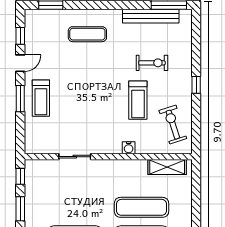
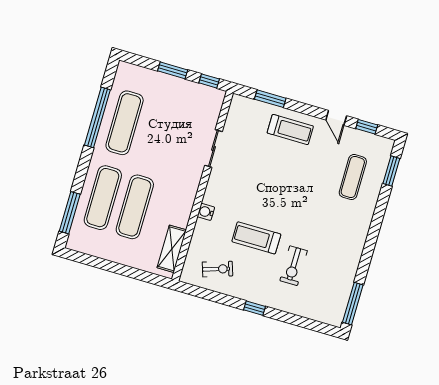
bench: (151, 16) -> (346, 280), removed
exercise mat: (87, 34) -> (353, 177), moved
treadmill: (41, 98) -> (290, 130), turned 180
window: (20, 99) -> (270, 99), moved
exercise bike: (173, 125) -> (217, 269), width x0.73, depth x0.72

